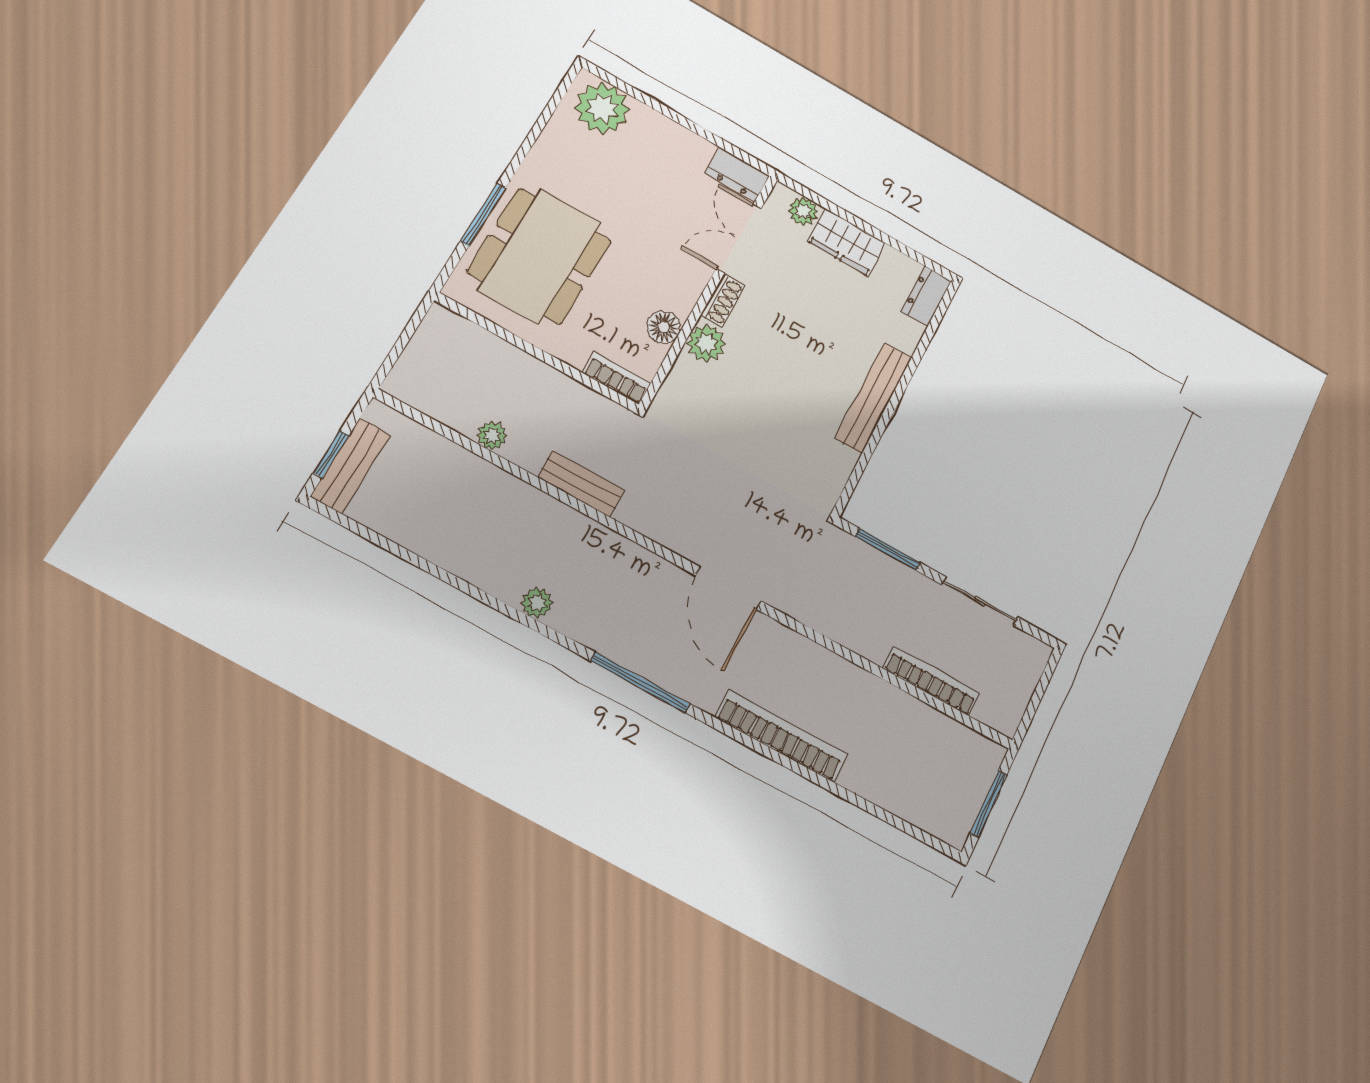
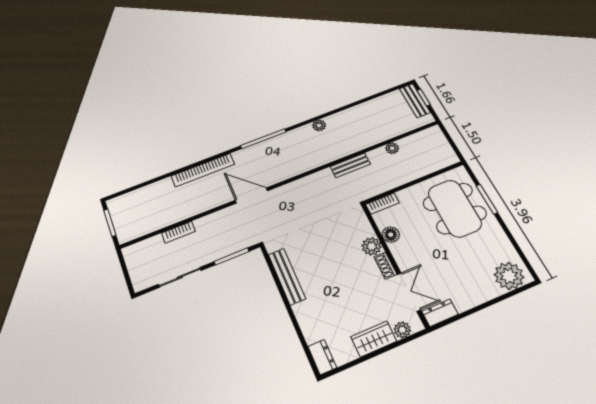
bench: (873, 398) -> (287, 276), moved
door: (728, 588) -> (252, 195), moved
bookcase: (932, 681) -> (178, 232), width x0.64

